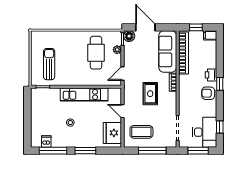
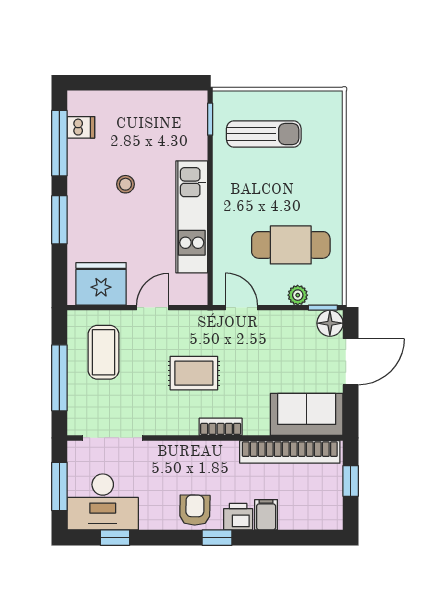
filing cabinet: (210, 35) -> (266, 515), moved
sofa: (168, 51) -> (307, 414), width x0.73

